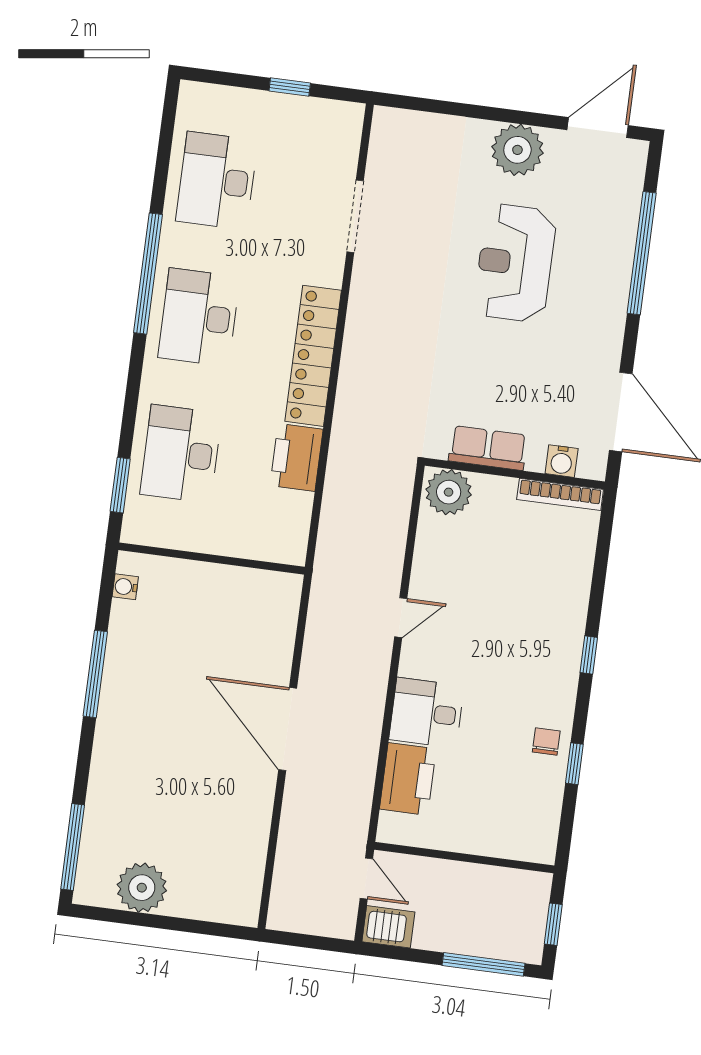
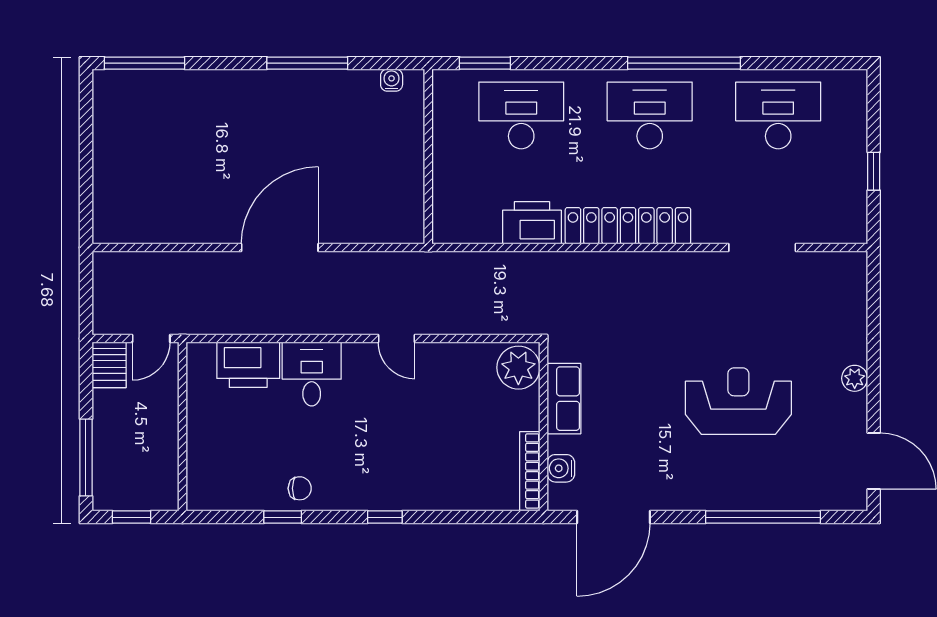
plant: (517, 150) -> (855, 378), width x0.53, depth x0.53
plant: (142, 888) -> (115, 132), removed

